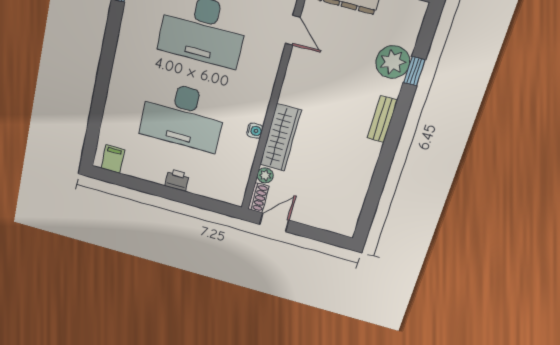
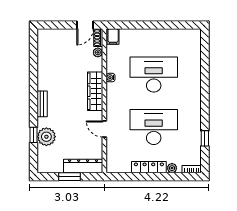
door: (293, 30) -> (104, 129), moved
wardrobe: (280, 138) -> (95, 91), moved
filing cabinet: (113, 159) -> (113, 37), moved
printer: (177, 180) -> (148, 35), removed

